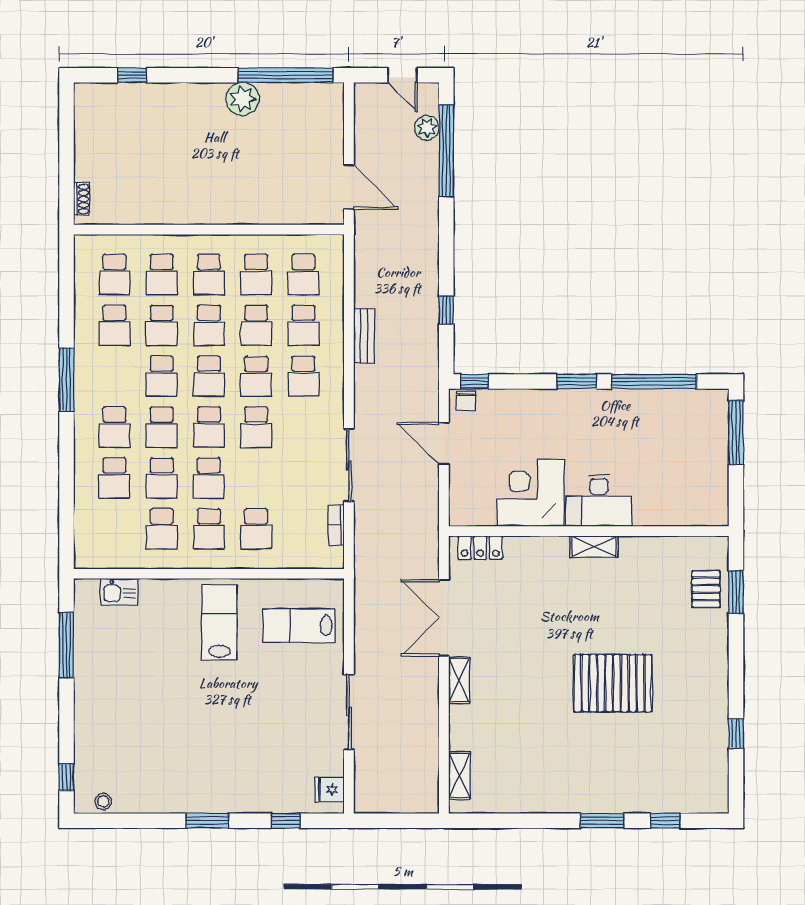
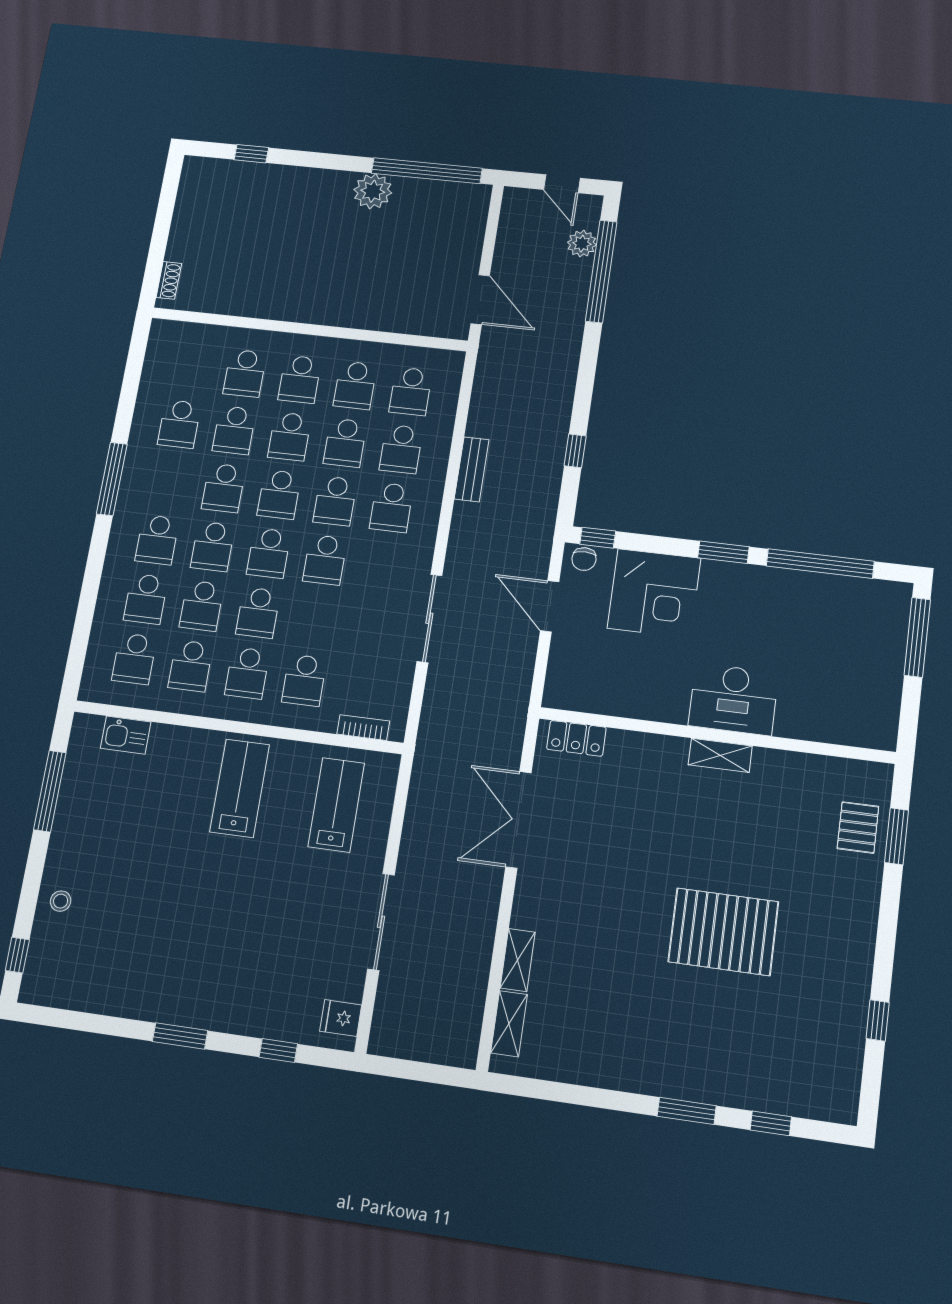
school desk: (114, 275) -> (134, 659), moved
corner desk: (531, 493) -> (654, 593), moved, turned 180
bookcase: (336, 525) -> (363, 728), moved, turned 90
lab bench: (299, 625) -> (336, 805), turned 90
shelving: (459, 680) -> (518, 960), moved
stool: (103, 802) -> (61, 901), moved

